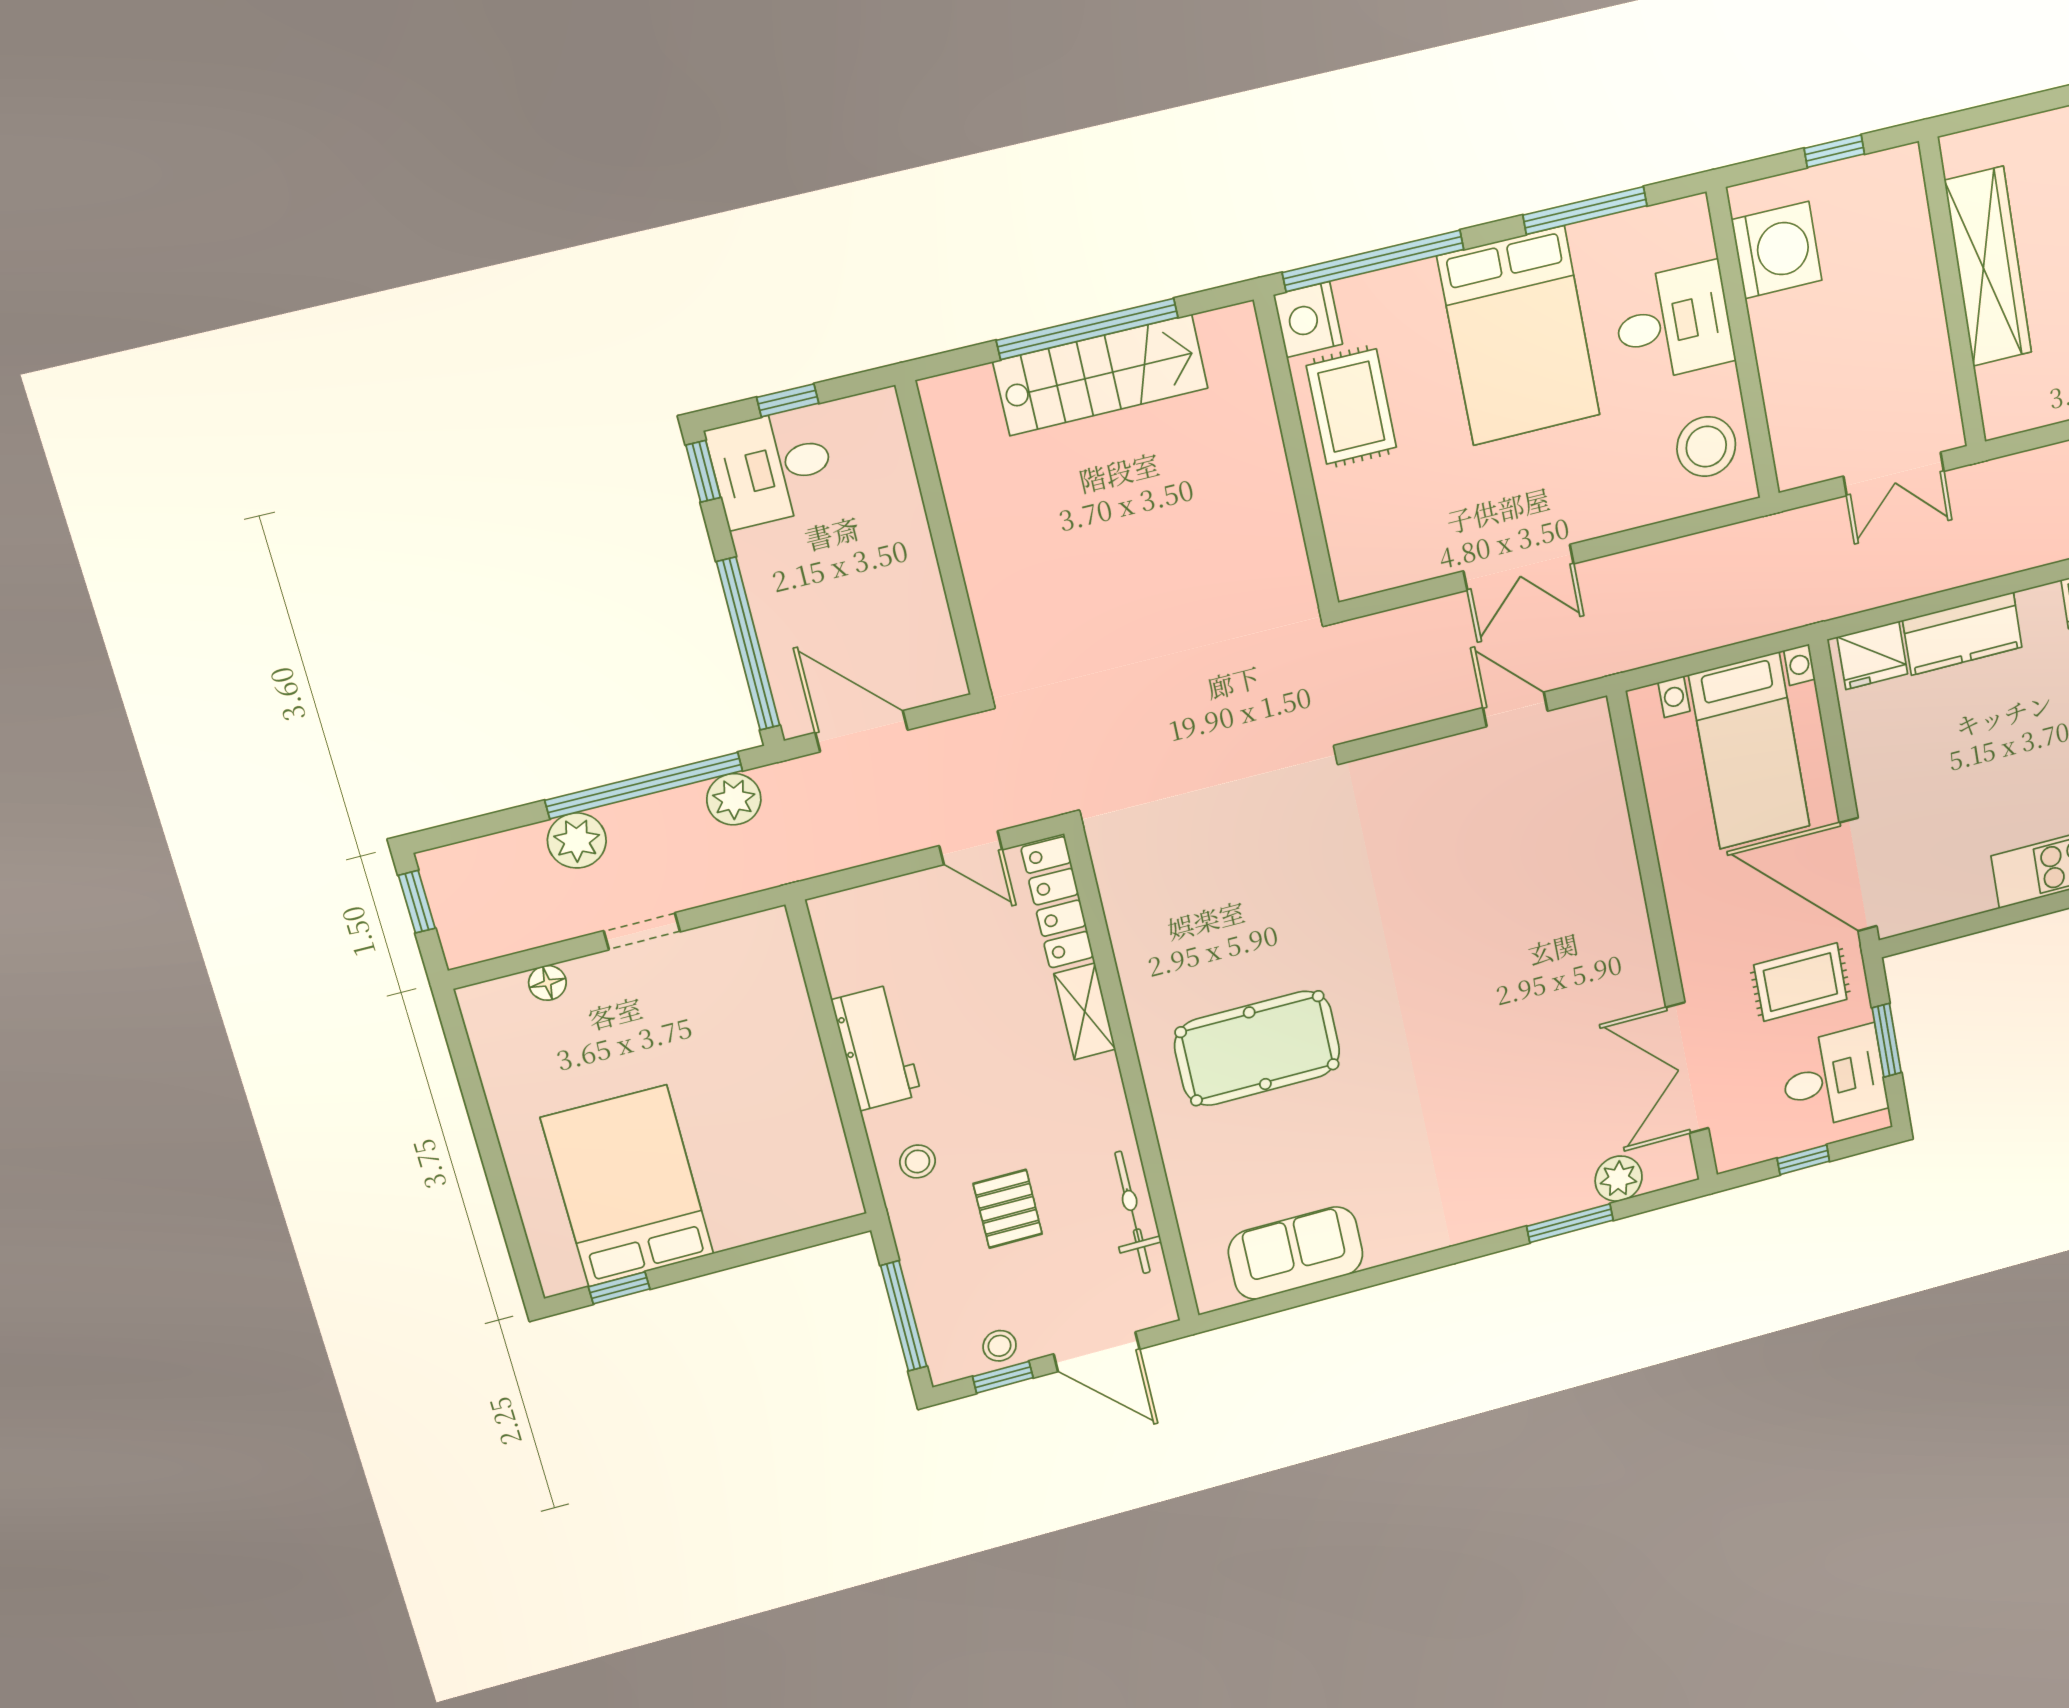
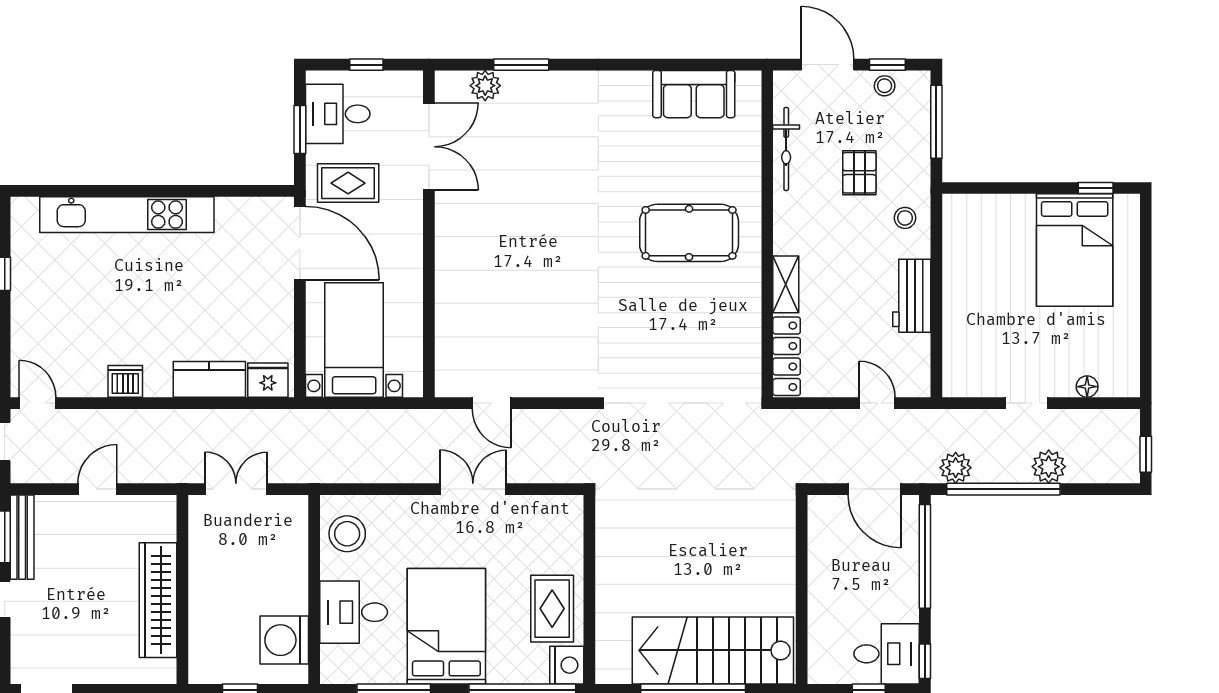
stairs: (1101, 375) -> (713, 650), width x1.36, depth x1.51
door: (971, 848) -> (877, 403), moved

